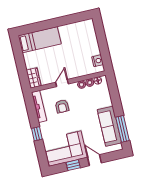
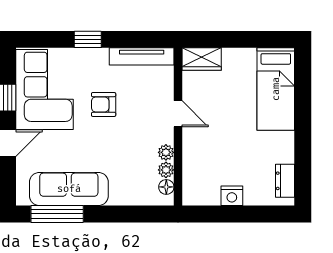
dresser: (82, 25) -> (285, 181), added
nightstand: (98, 61) -> (232, 196), moved
armchair: (62, 106) -> (104, 104), moved

